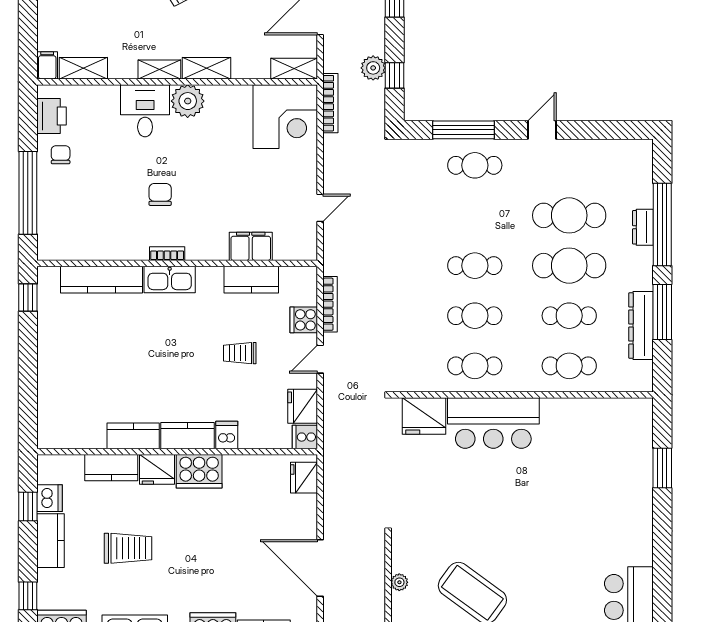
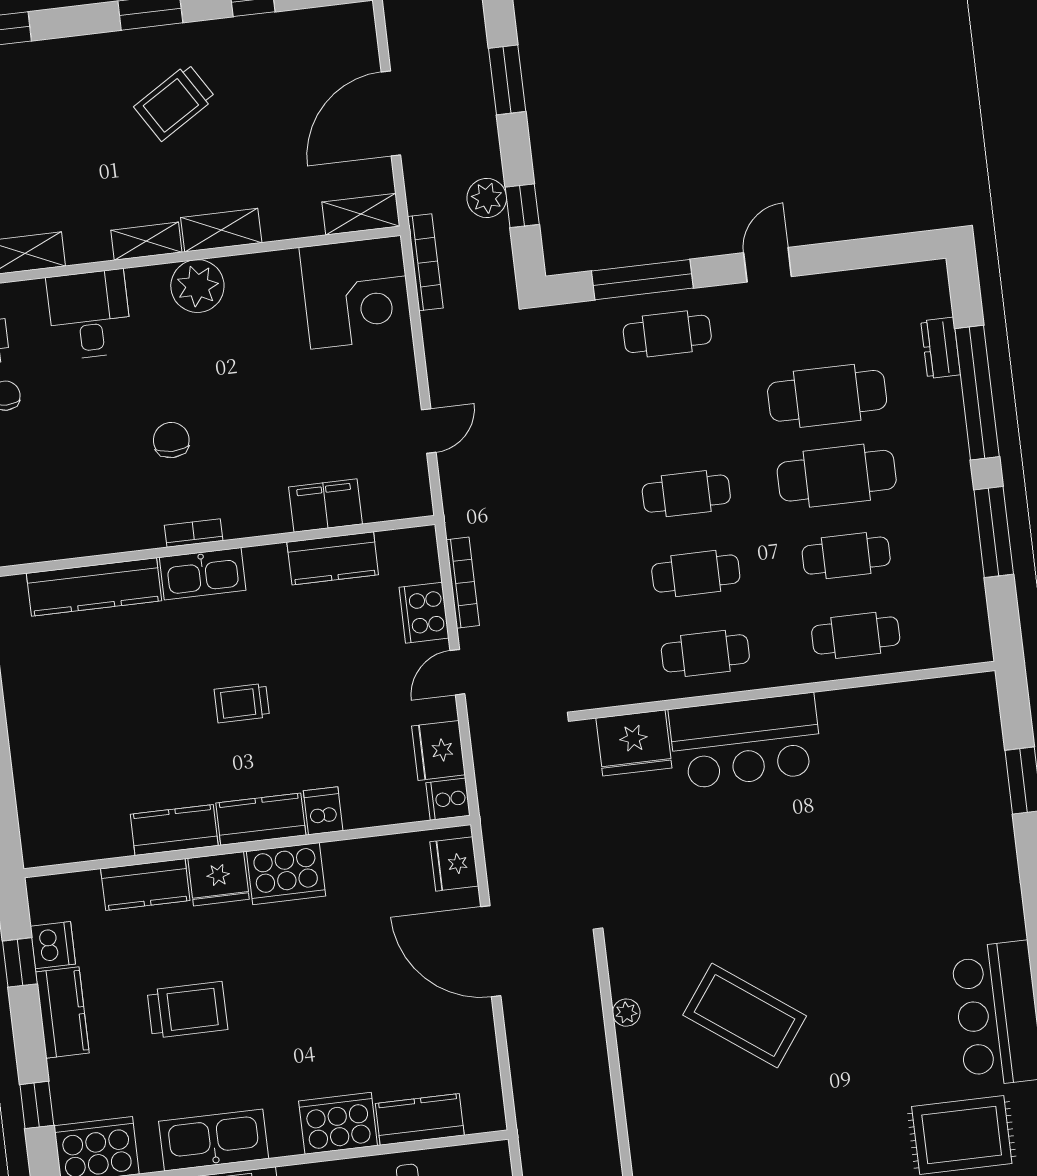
desk: (145, 111) -> (89, 315), moved
dresser: (643, 227) -> (941, 348), moved
cooker: (304, 320) -> (424, 613), width x1.36
dresser: (641, 326) -> (962, 558), removed
trolley: (240, 353) -> (242, 703), moved
door: (320, 568) -> (491, 951), moved

